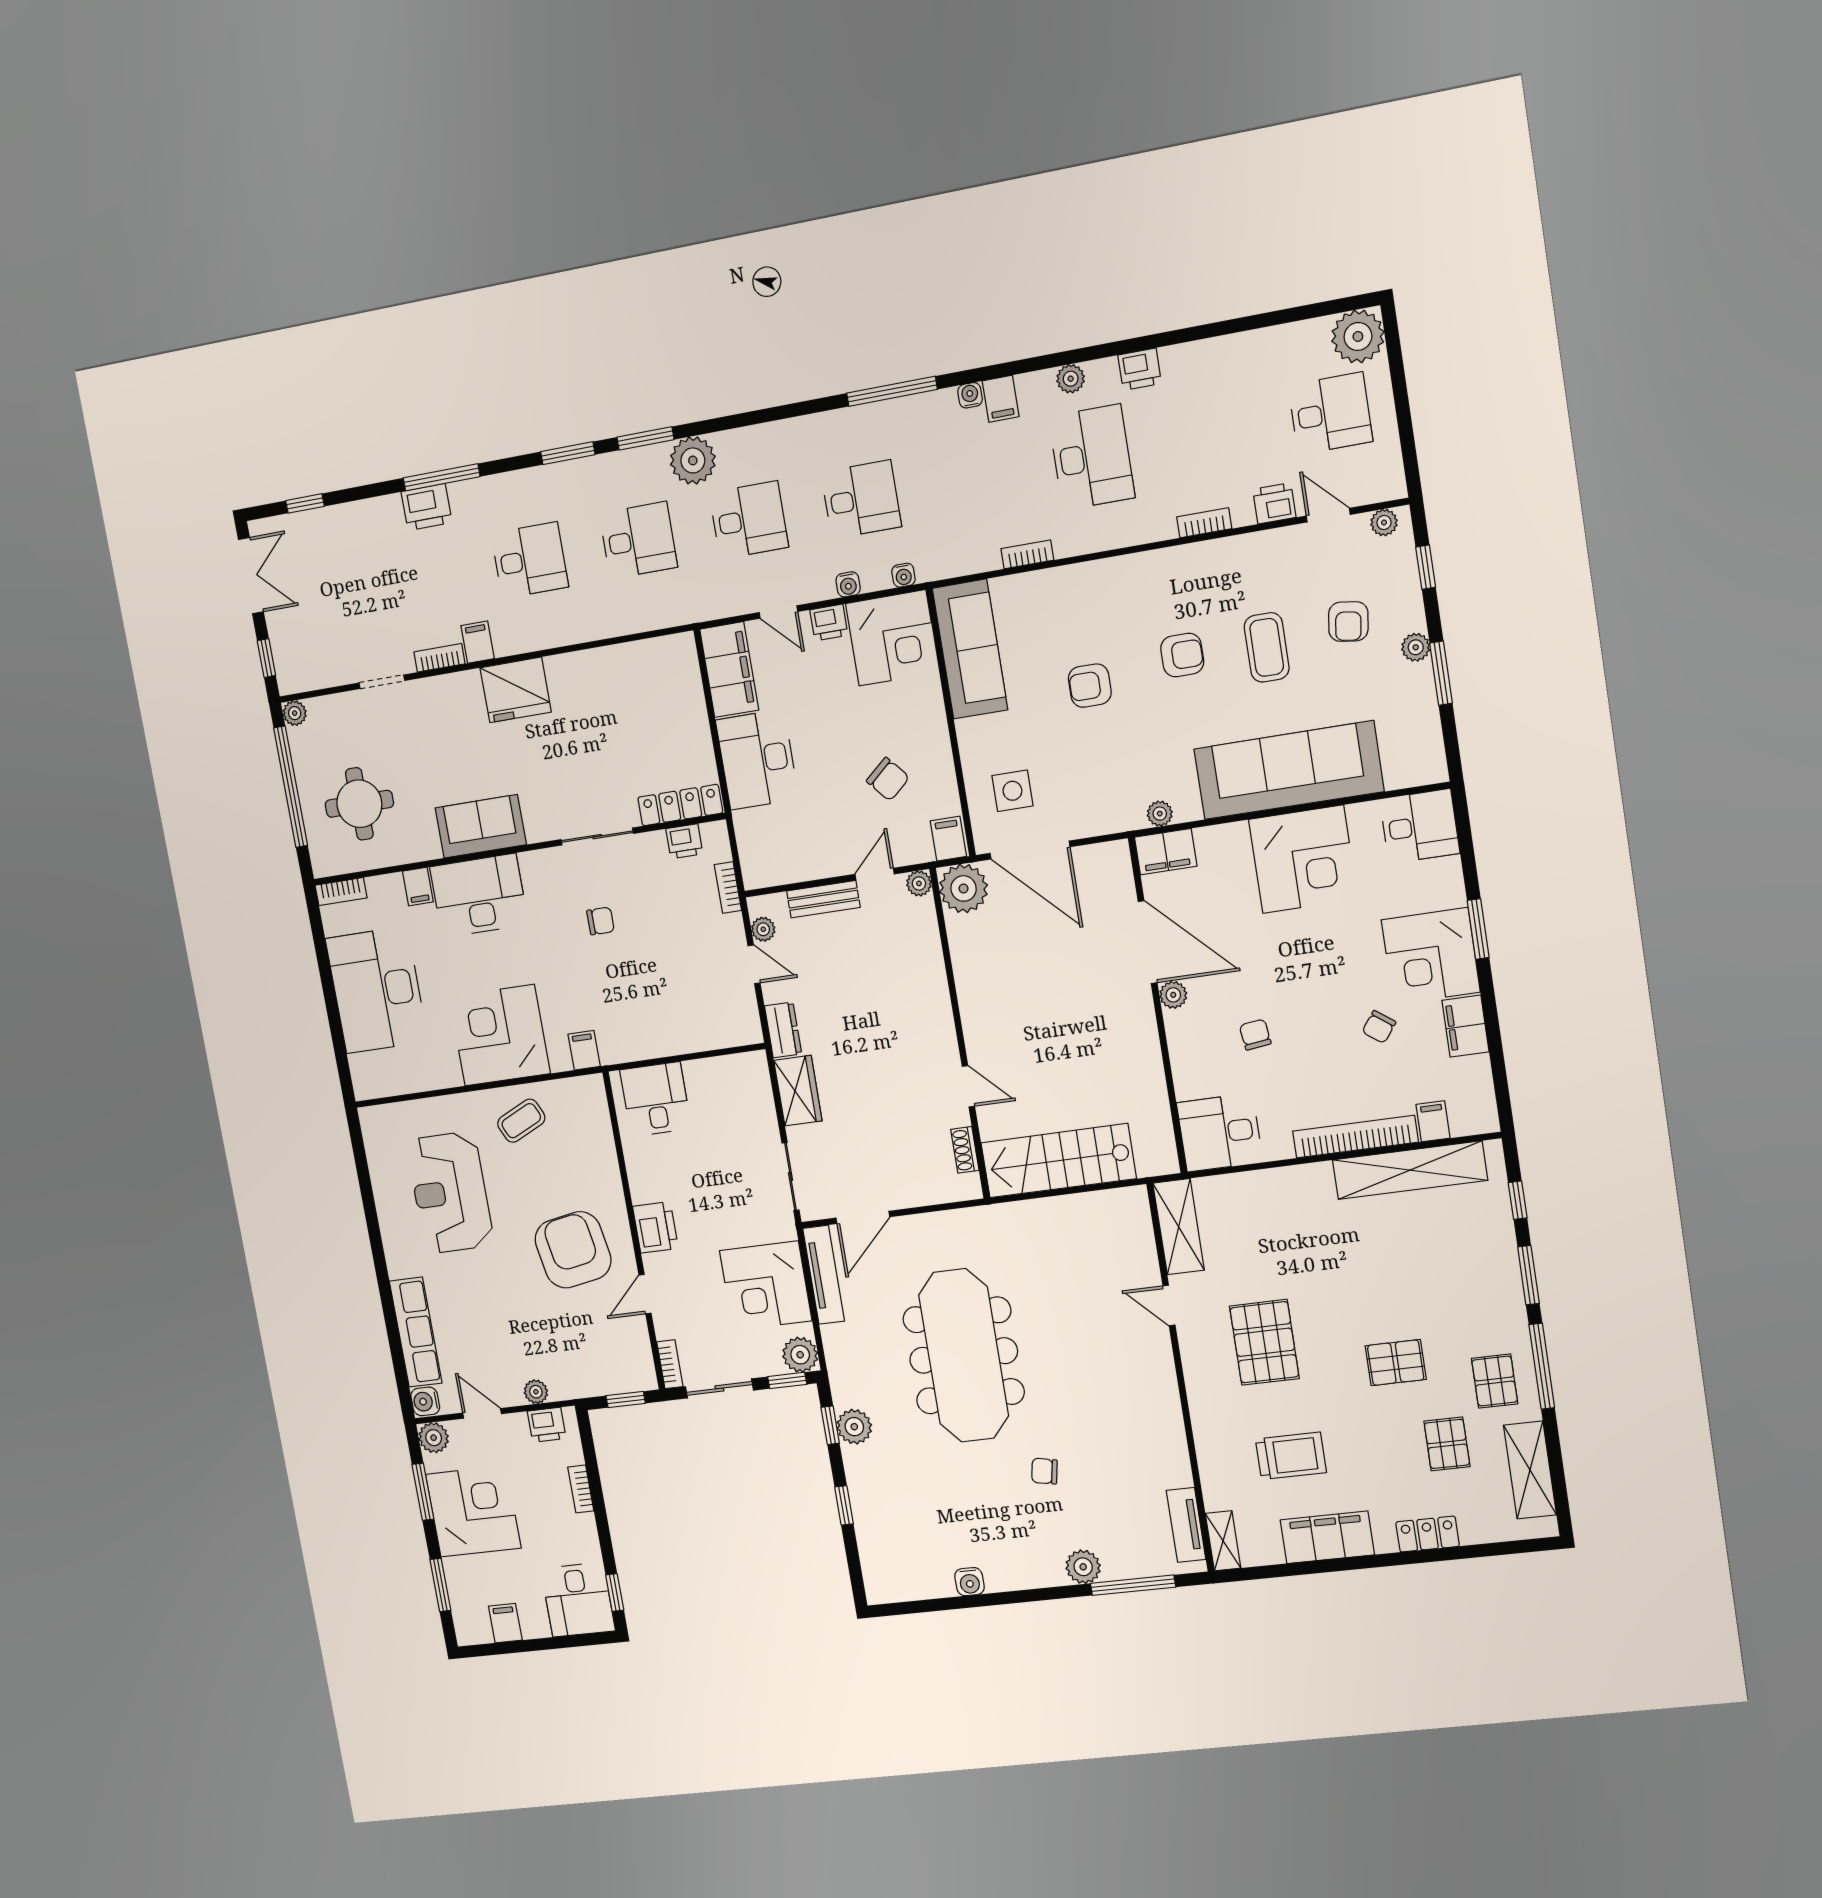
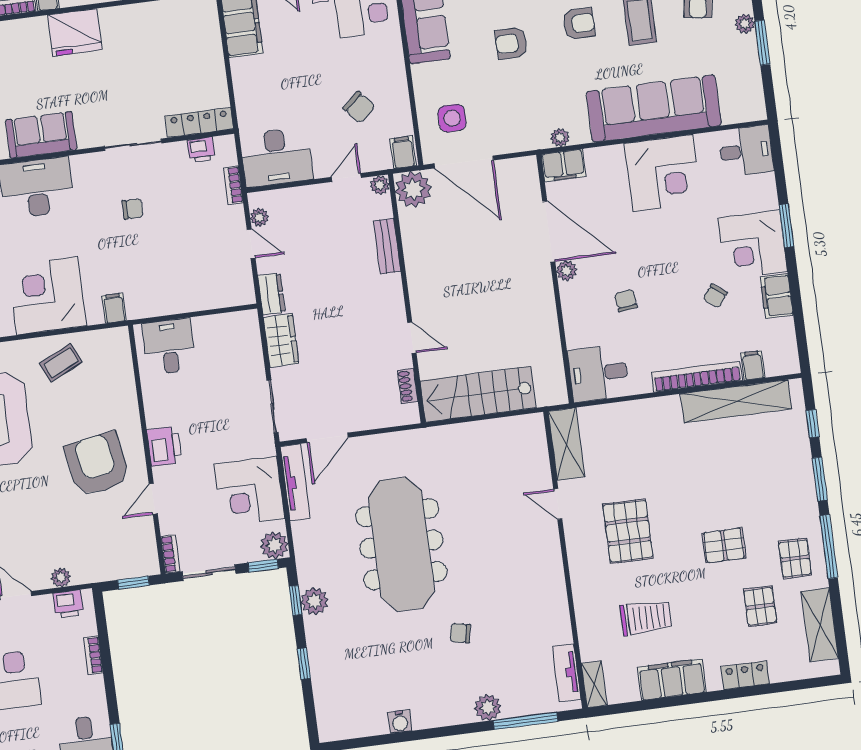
desk: (757, 759) -> (276, 157), moved, turned -90
bench: (823, 899) -> (387, 246), moved, turned 90

